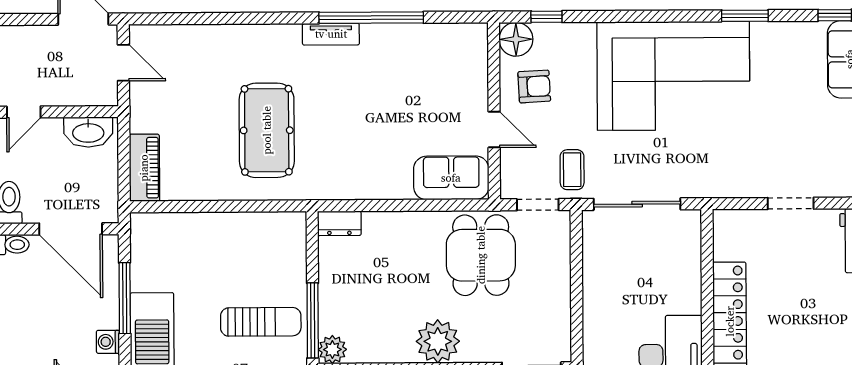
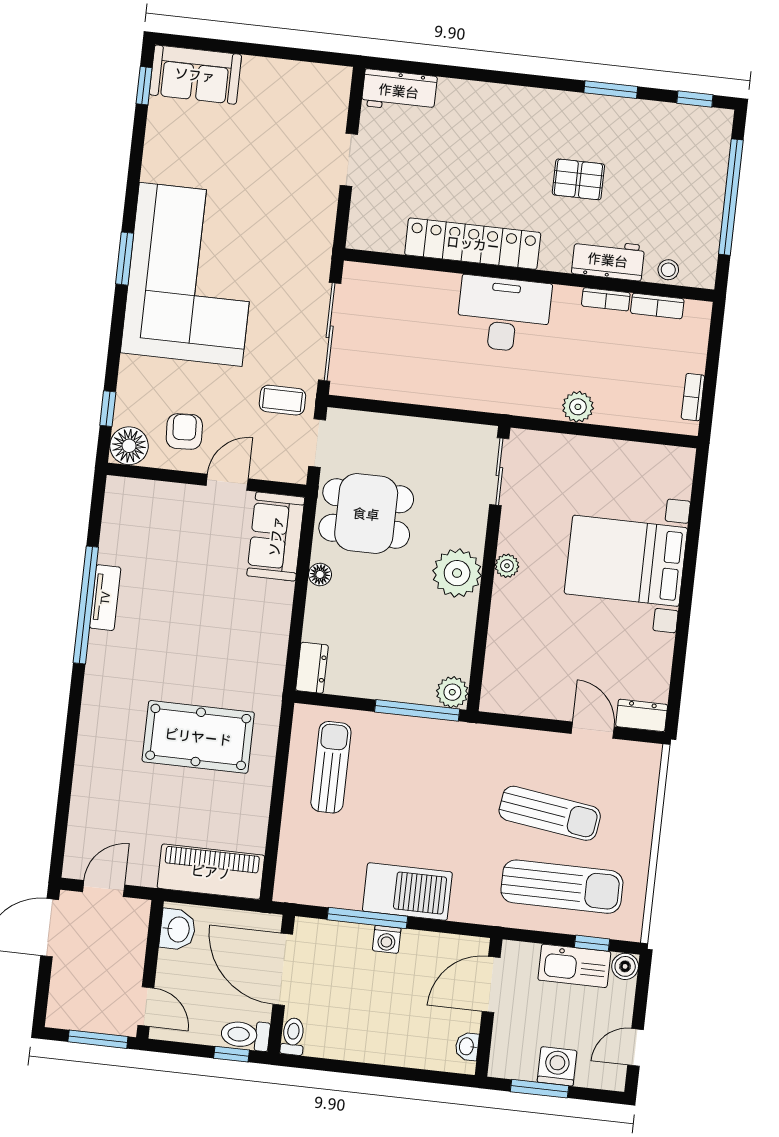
window: (745, 16) -> (125, 259), moved
tv unit: (331, 34) -> (105, 598), moved
washbasin: (88, 132) -> (178, 929), width x0.72
piano: (144, 168) -> (211, 872), width x1.37, depth x1.33
floor lamp: (422, 221) -> (320, 574), added
door: (71, 229) -> (283, 969), swing flipped
sun lounger: (261, 322) -> (331, 767), moved
washing machine: (108, 342) -> (387, 939), moved

